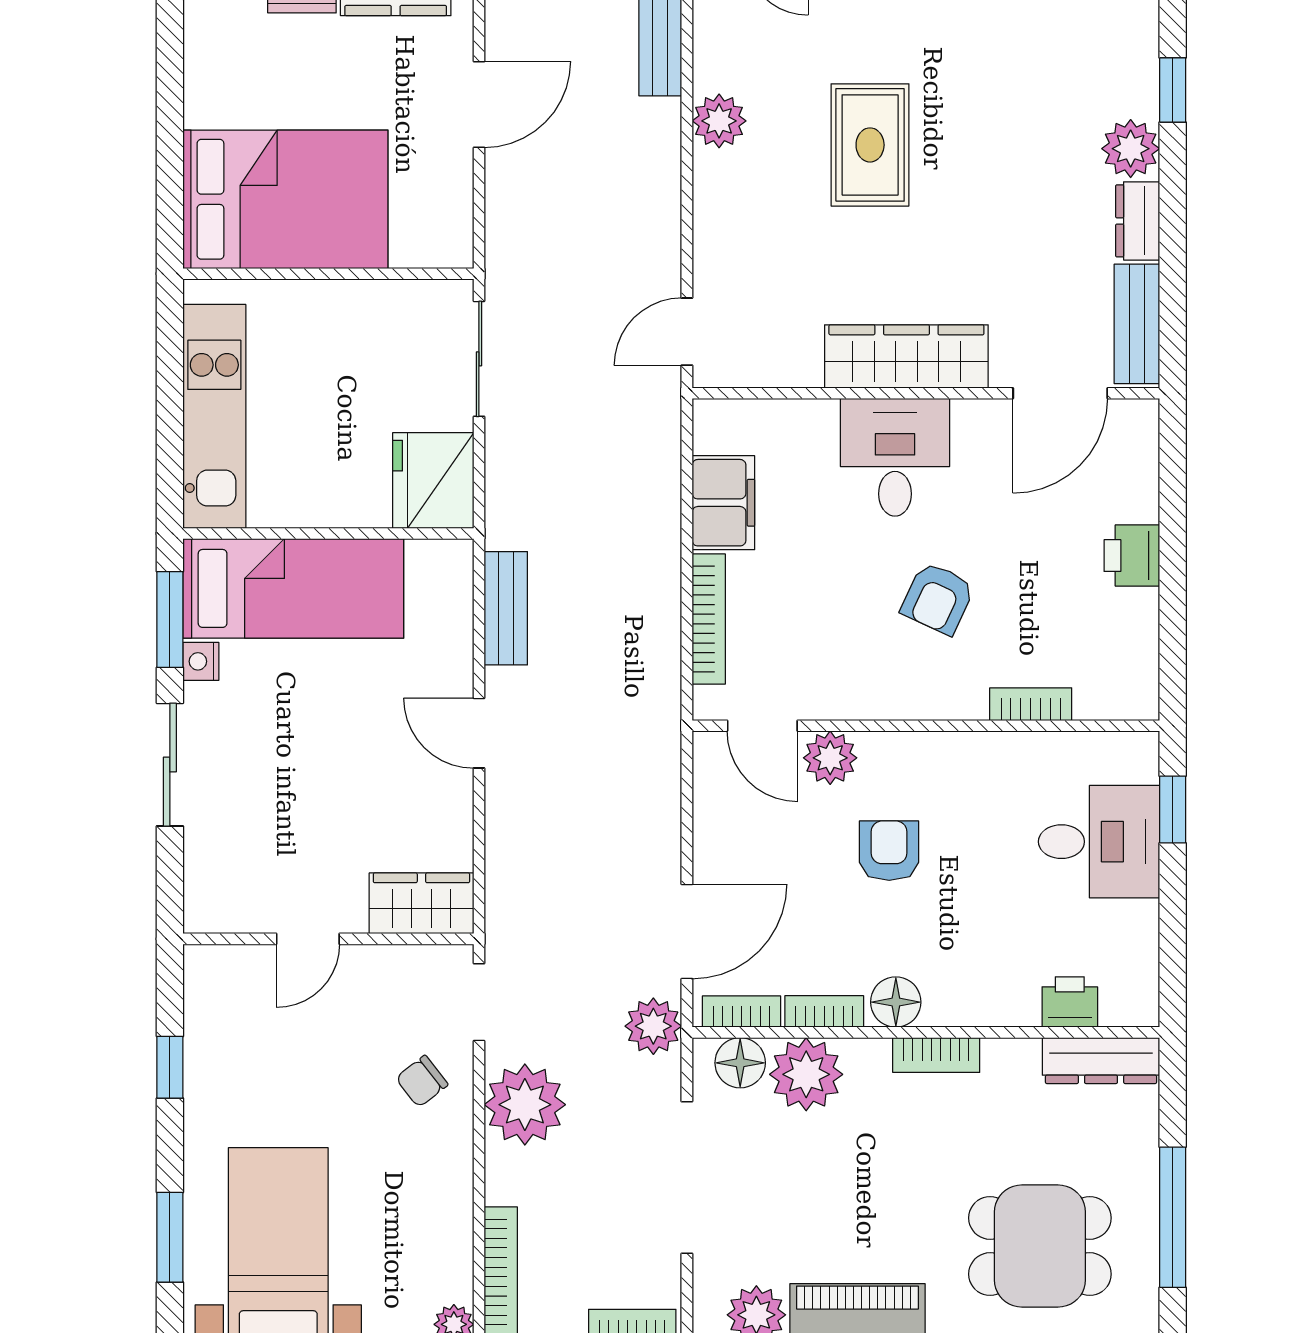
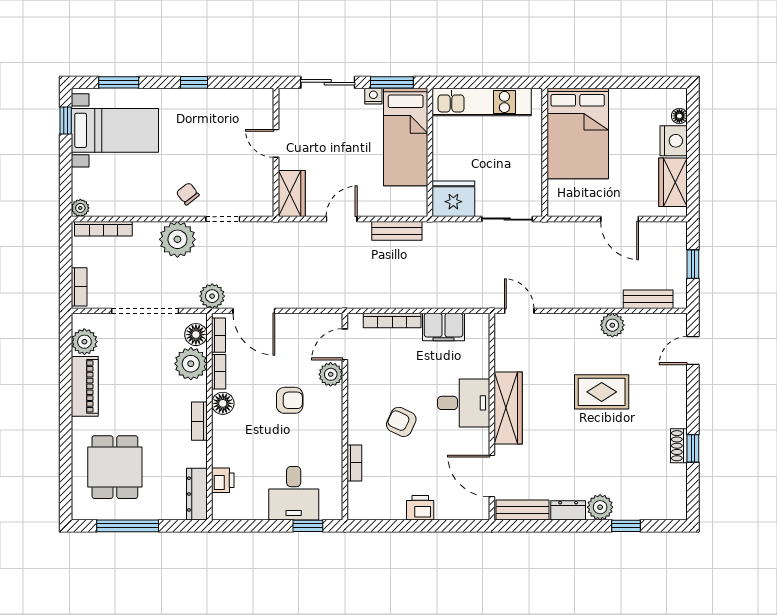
wardrobe: (421, 903) -> (292, 194), moved
door: (308, 939) -> (276, 143), moved
wall: (328, 939) -> (276, 152), moved

